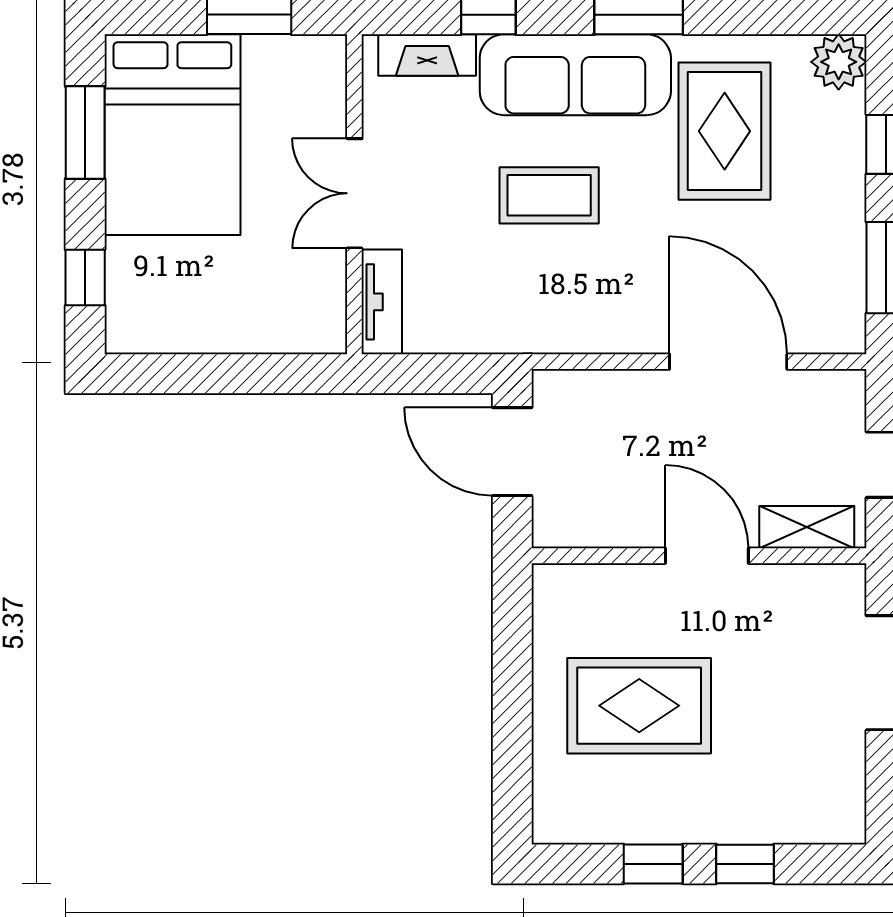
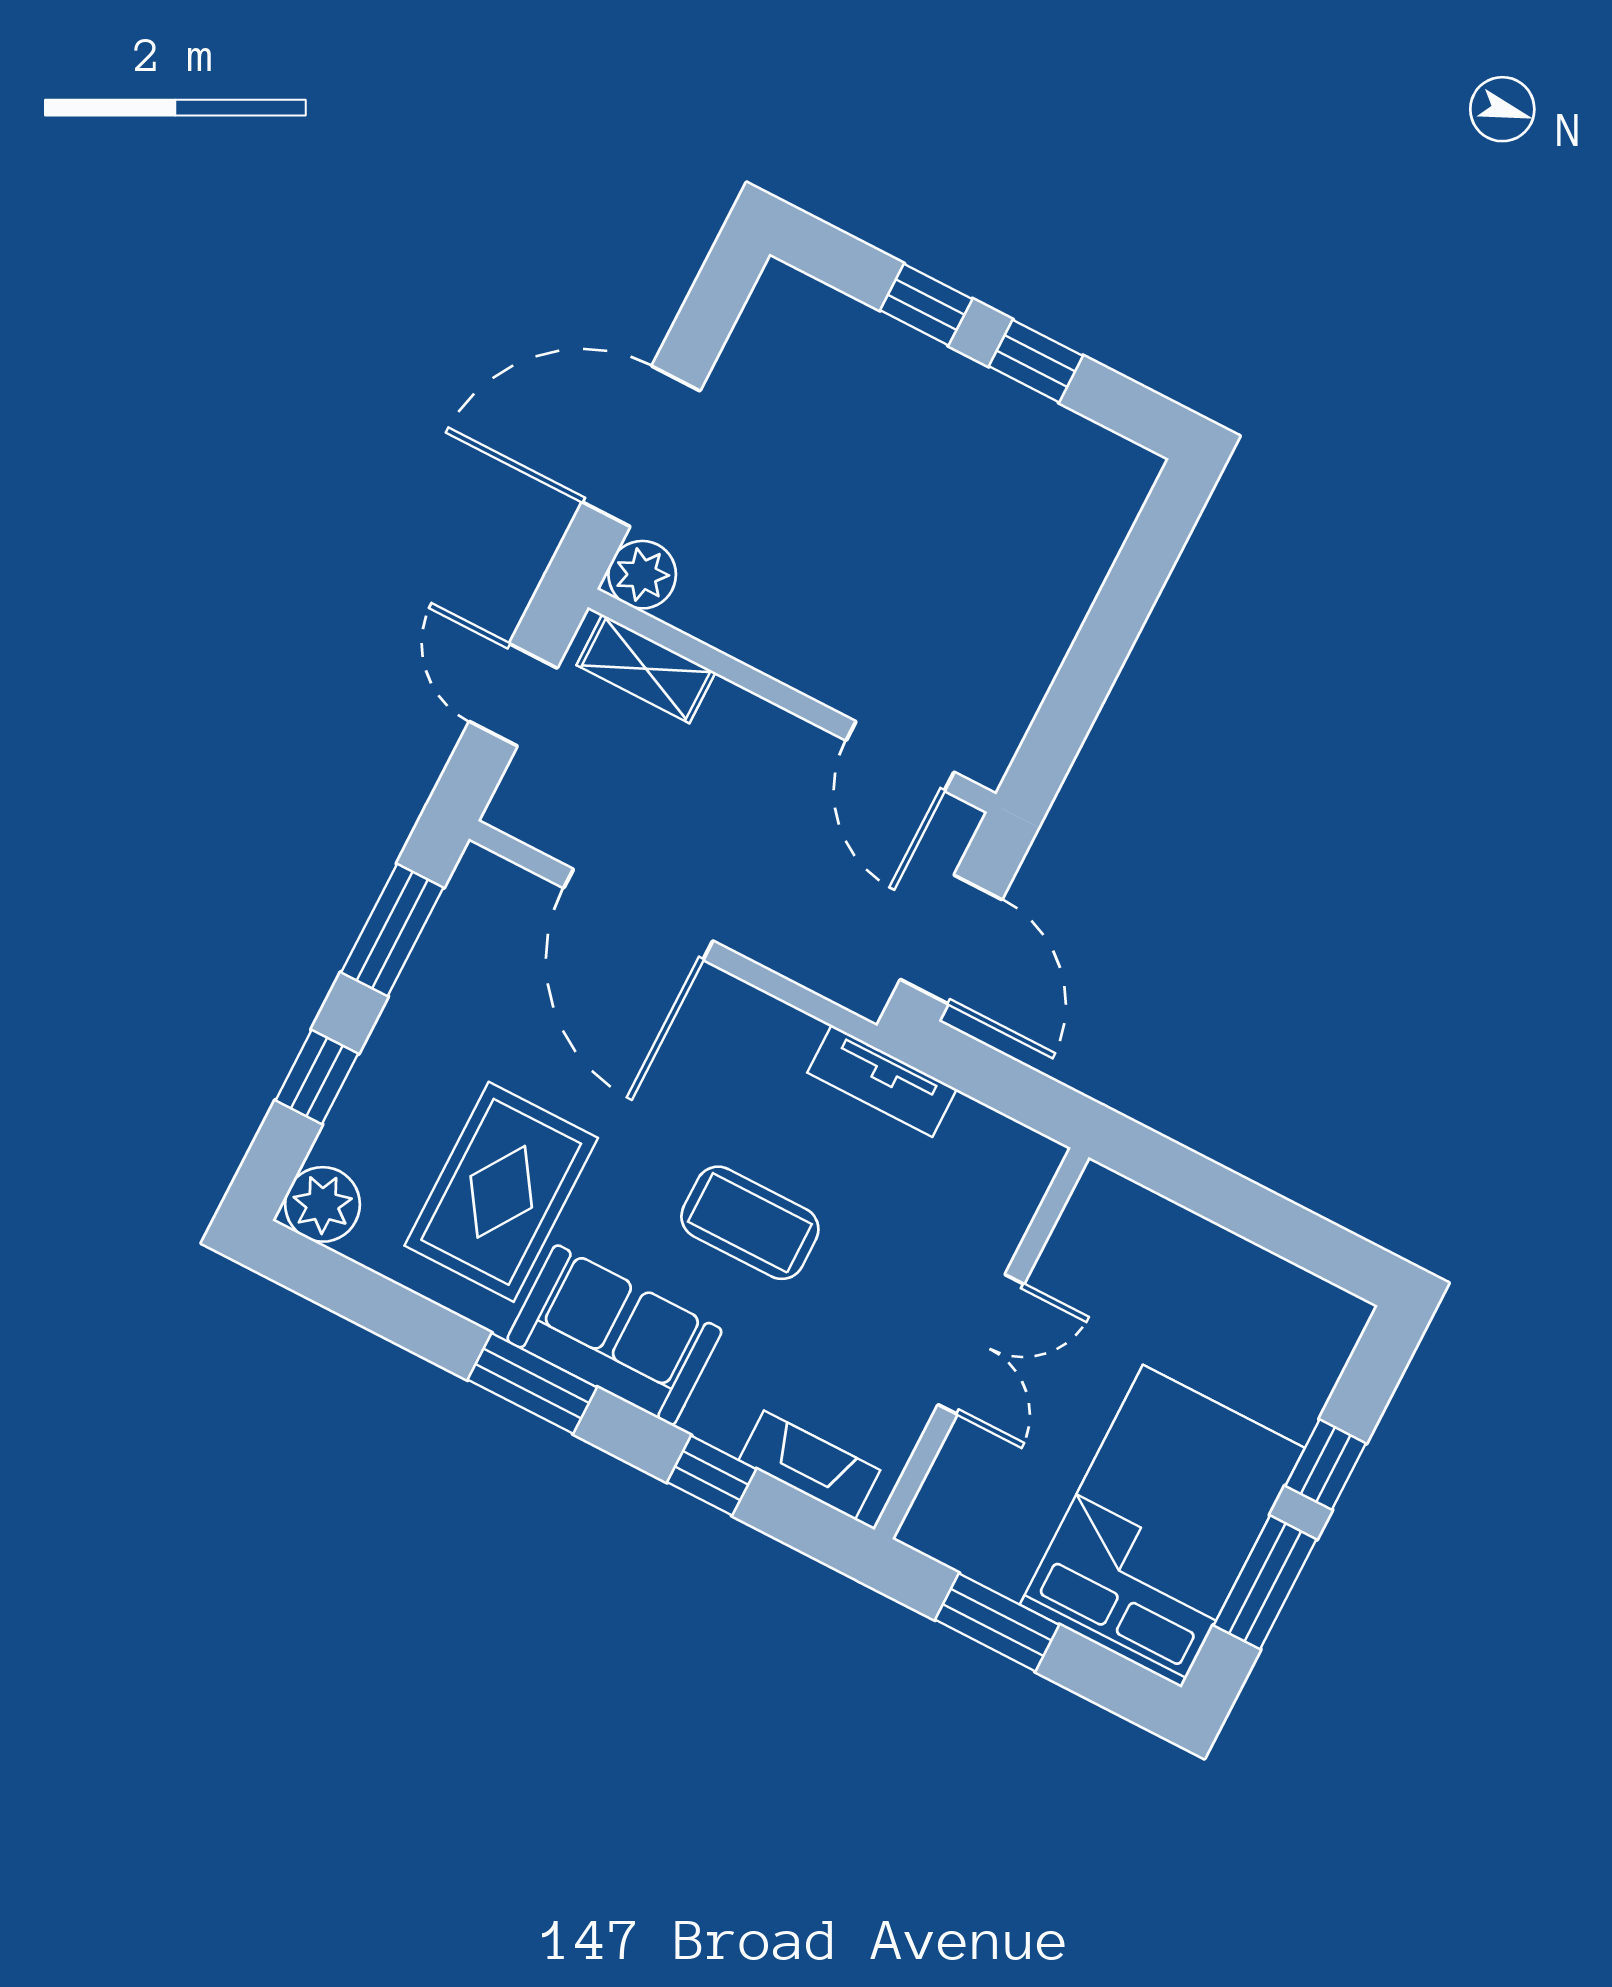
sofa: (575, 75) -> (614, 1335), width x0.73
window: (85, 277) -> (1326, 1465), moved
tv unit: (382, 302) -> (882, 1081), moved, turned -90
door: (707, 556) -> (900, 756), moved
plant: (841, 588) -> (642, 575), added
rug: (639, 706) -> (955, 558), removed

